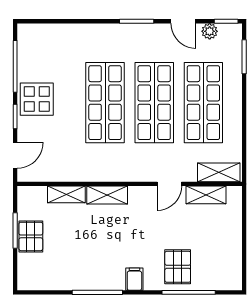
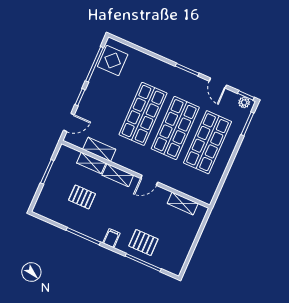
plant: (210, 31) -> (244, 102), moved
display table: (37, 99) -> (113, 61), moved
shelving: (219, 172) -> (99, 149), moved
door: (169, 184) -> (149, 180), moved
pallet: (31, 236) -> (82, 197), moved, turned 90
pallet: (178, 267) -> (143, 243), turned 90

